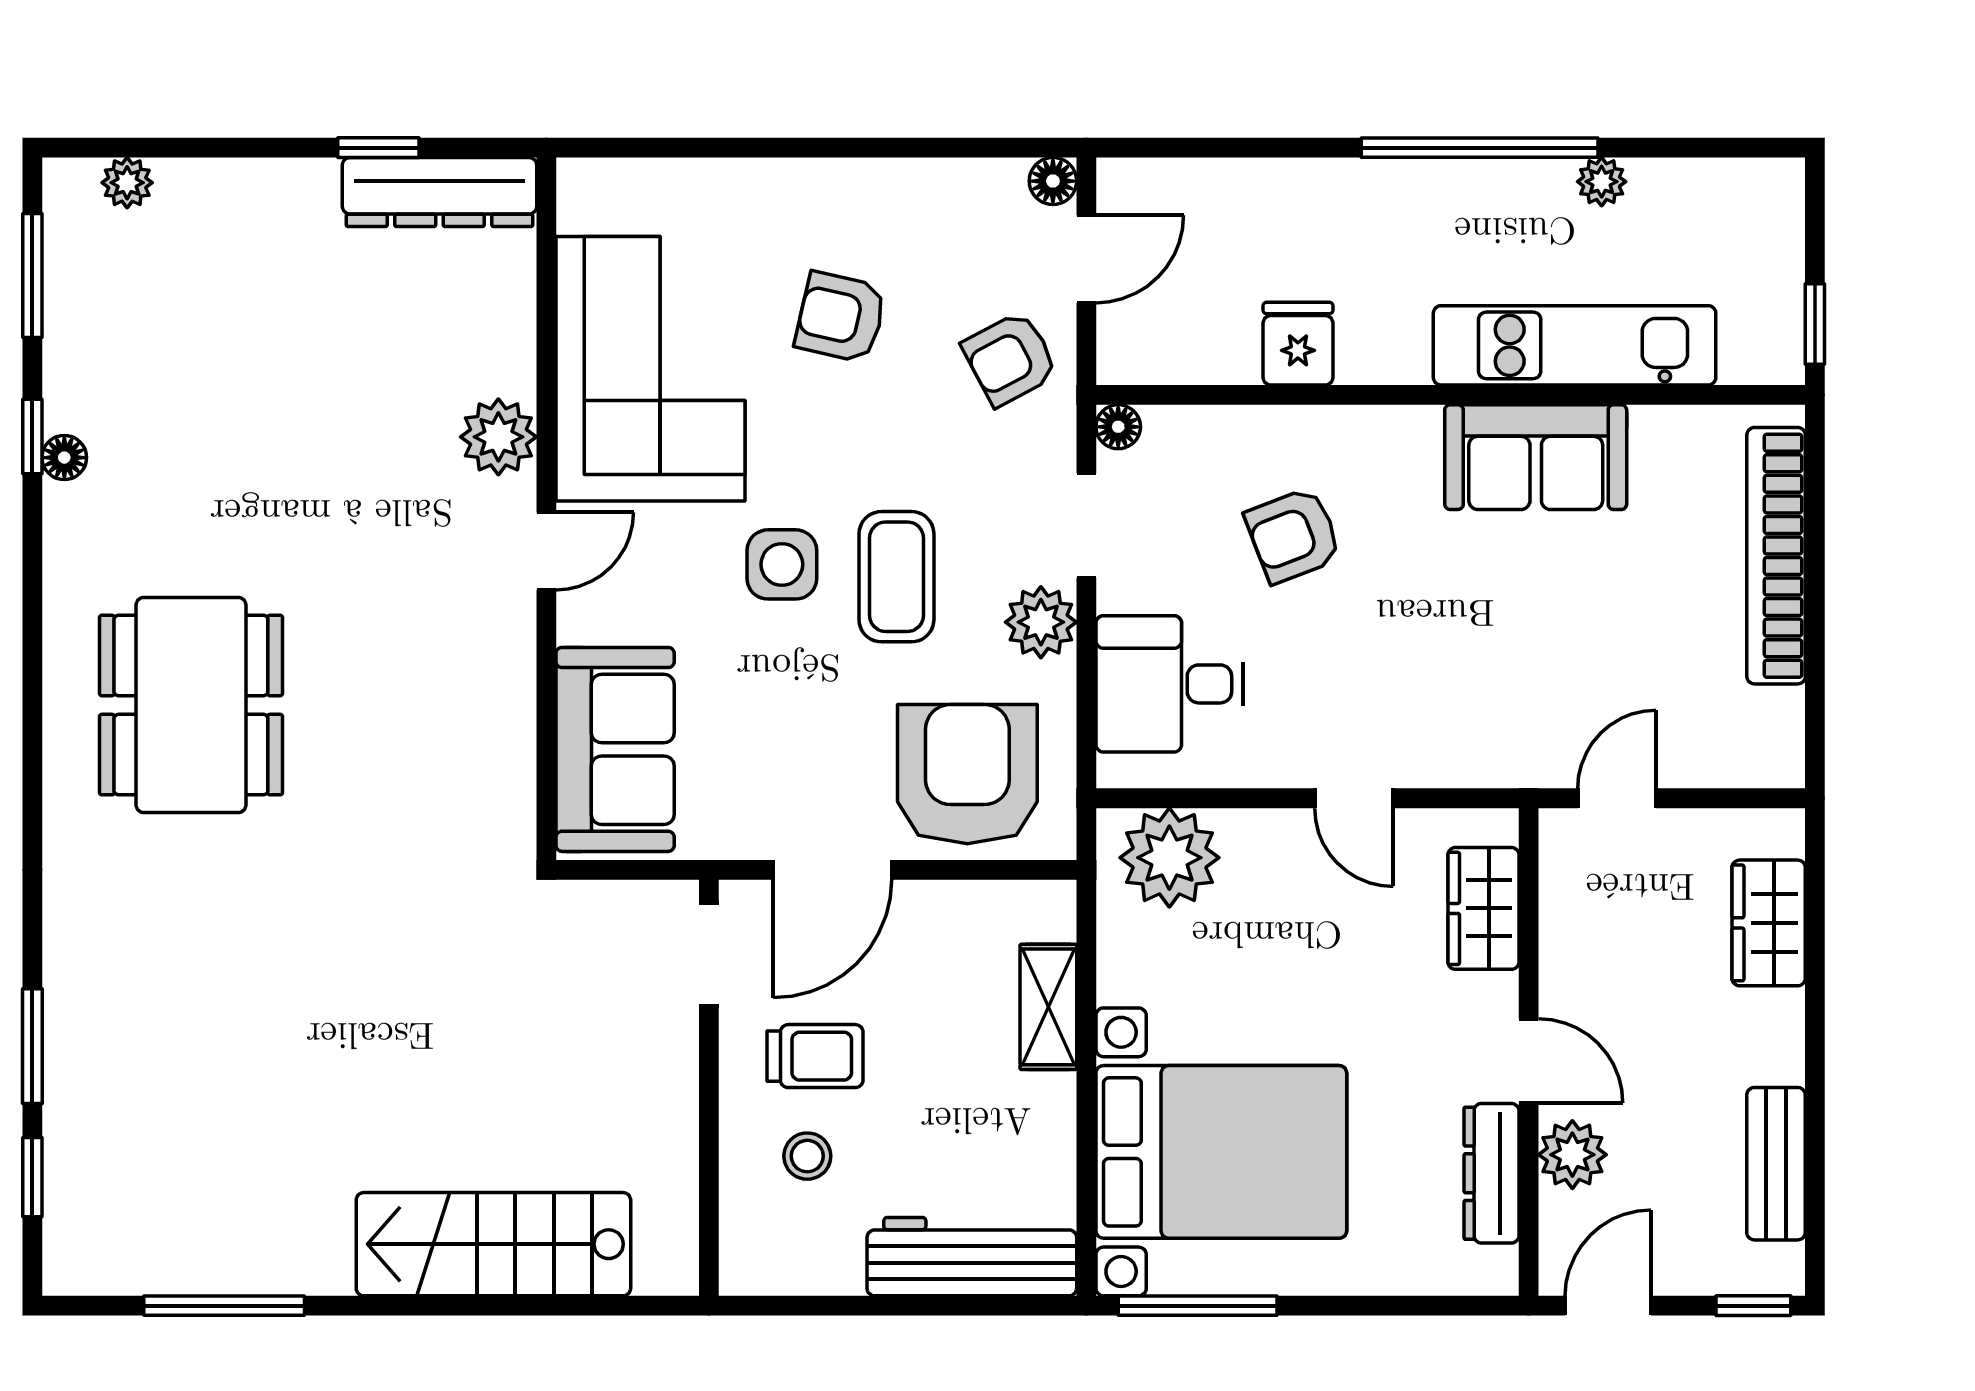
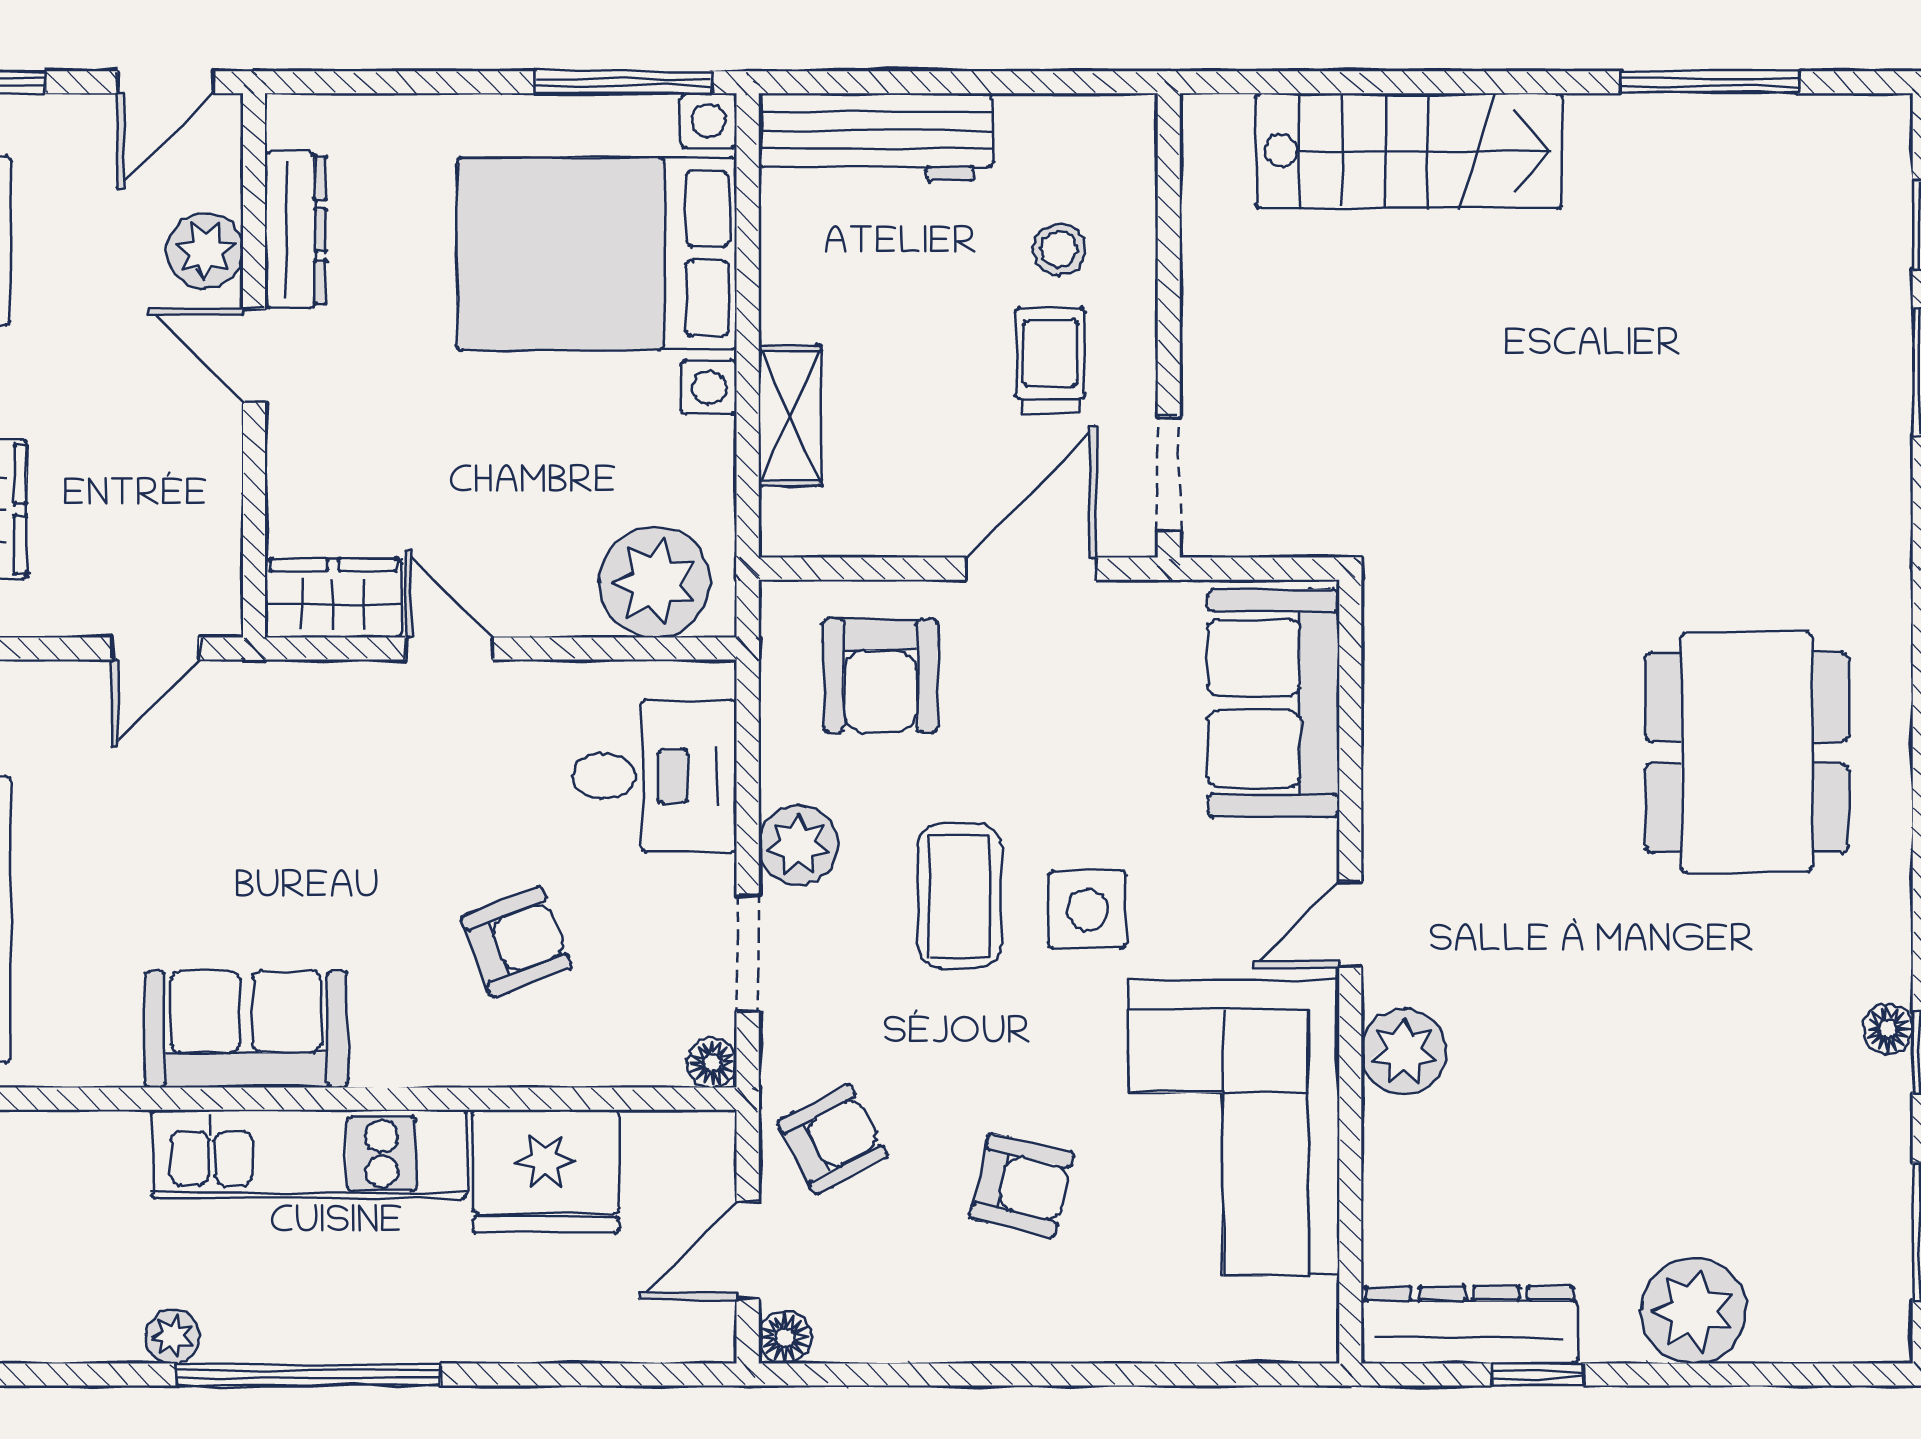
plant: (127, 183) -> (1693, 1311), moved, width x1.88, depth x1.88
fridge: (1298, 344) -> (546, 1171), width x1.88, depth x1.34
kitchen unit: (1575, 345) -> (309, 1154), moved
armchair: (967, 774) -> (880, 675), width x0.73, depth x0.73
wardrobe: (1483, 908) -> (333, 598), moved, turned -90
trolley: (815, 1056) -> (1050, 361), turned 90

